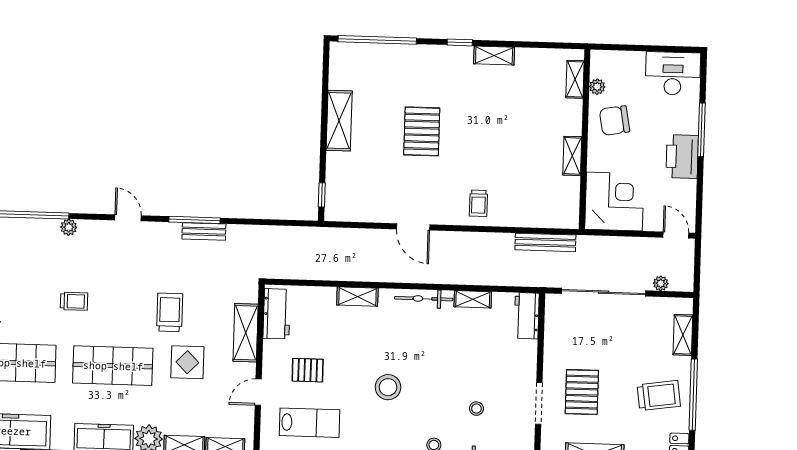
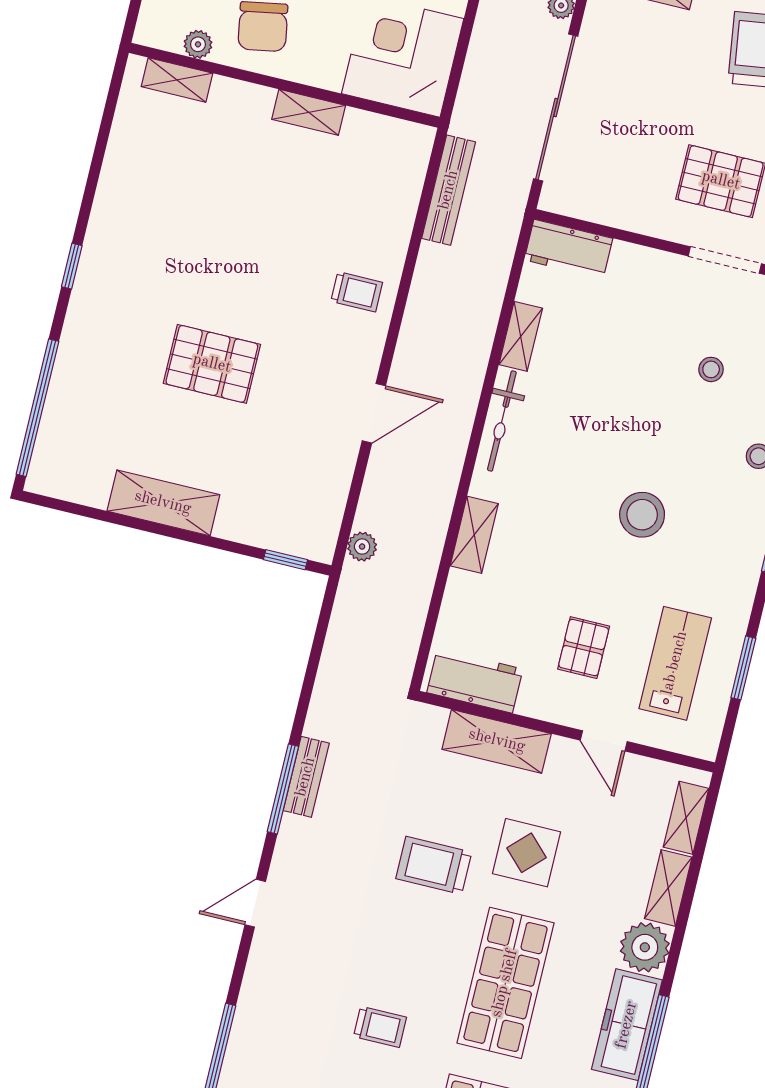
shelving: (494, 56) -> (107, 211), removed
plant: (69, 227) -> (362, 547), moved
trolley: (74, 301) -> (380, 1027), turned 90

